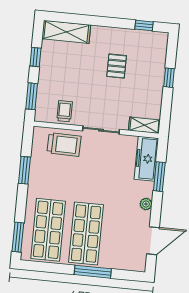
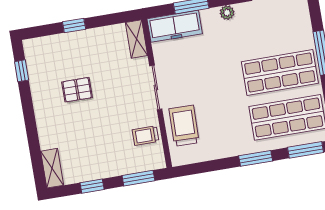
shelving: (66, 32) -> (52, 168), width x0.67, depth x0.75
window: (24, 170) -> (256, 158), moved

